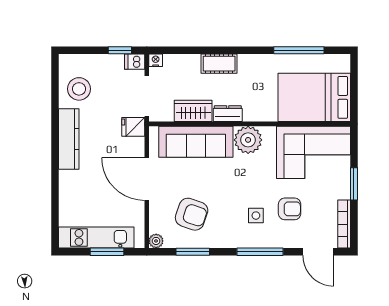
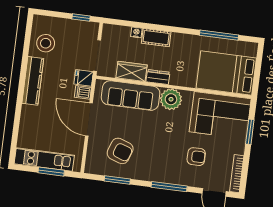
nightstand: (156, 60) -> (136, 32), moved
dishwasher: (135, 62) -> (83, 92), moved
window: (354, 184) -> (250, 132), moved
side table: (256, 216) -> (170, 158), removed
plant: (156, 241) -> (90, 168), removed

